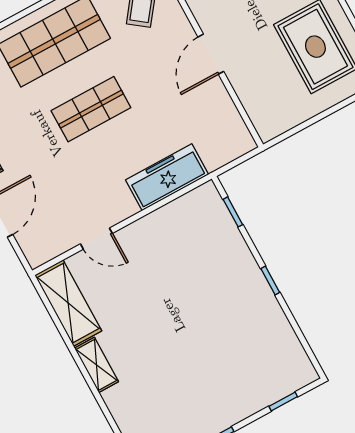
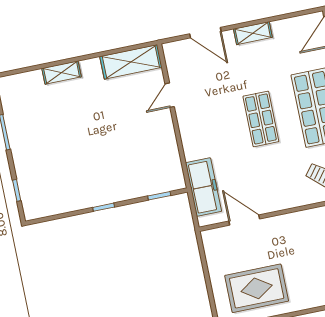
door: (211, 54) -> (244, 220), moved
freezer: (167, 177) -> (204, 187), moved
shelving: (96, 365) -> (62, 73), moved

